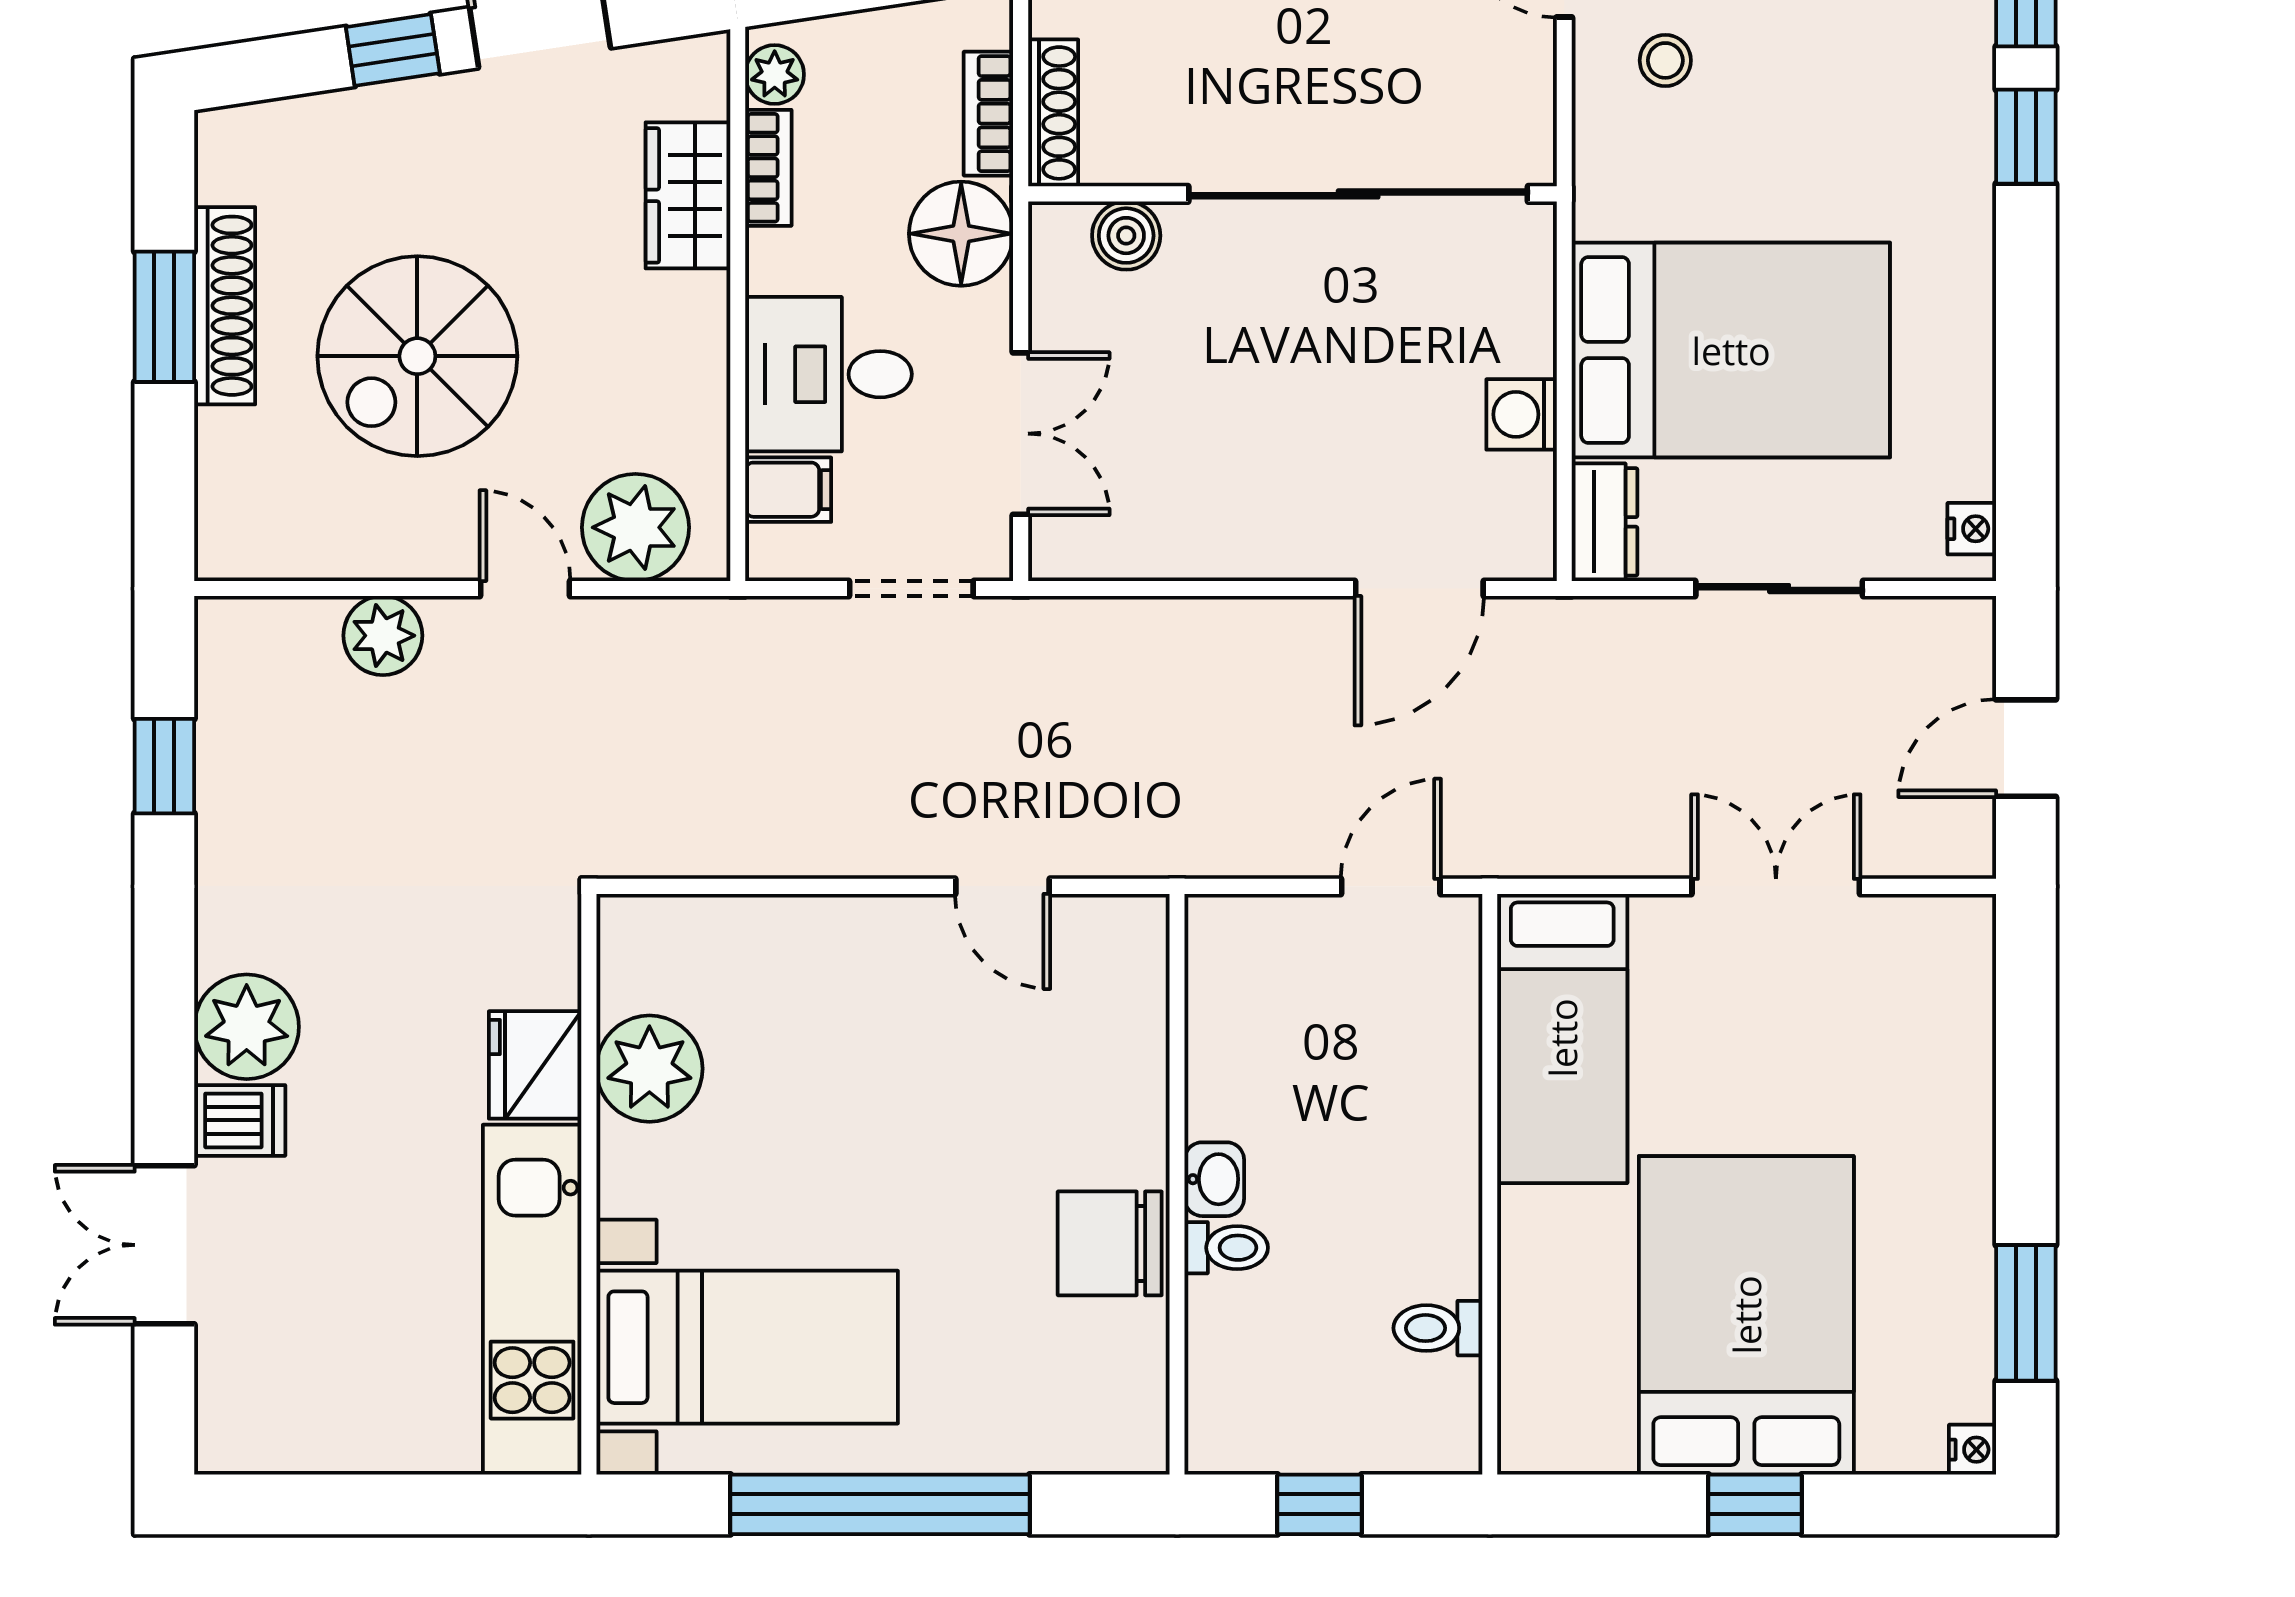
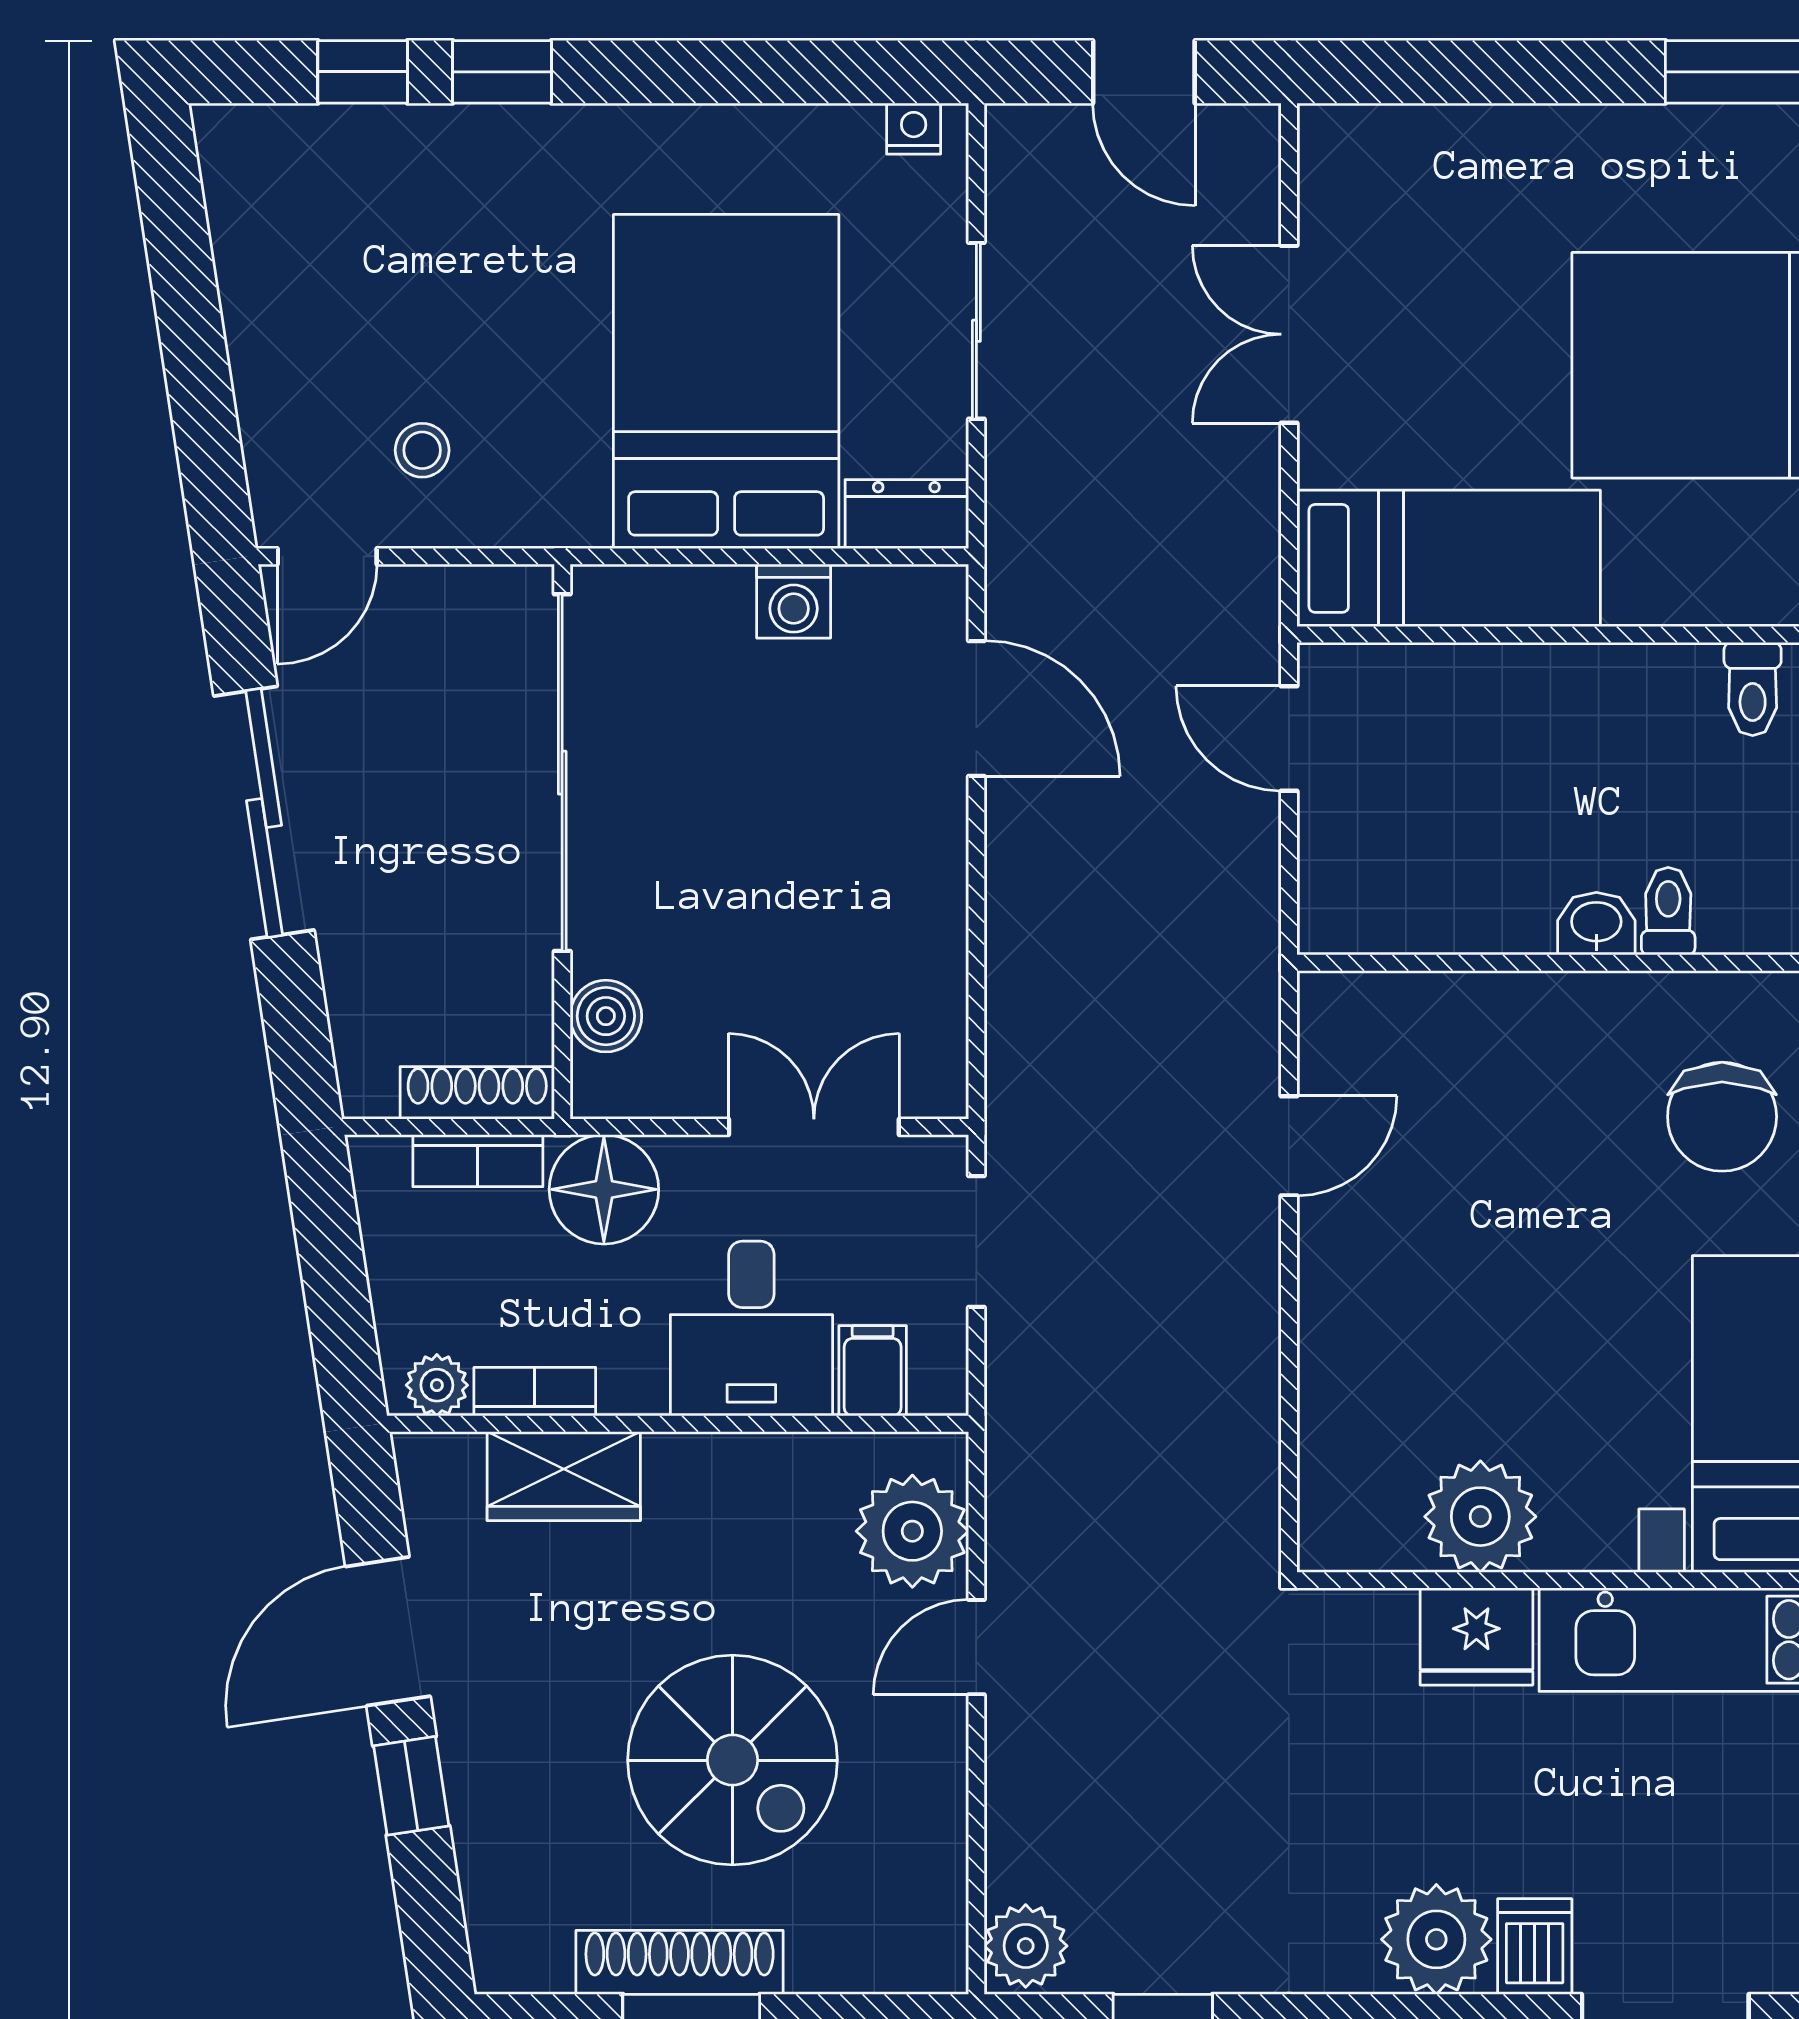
plant: (383, 636) -> (1026, 1946), moved
chair: (1110, 1243) -> (1722, 1117), moved

